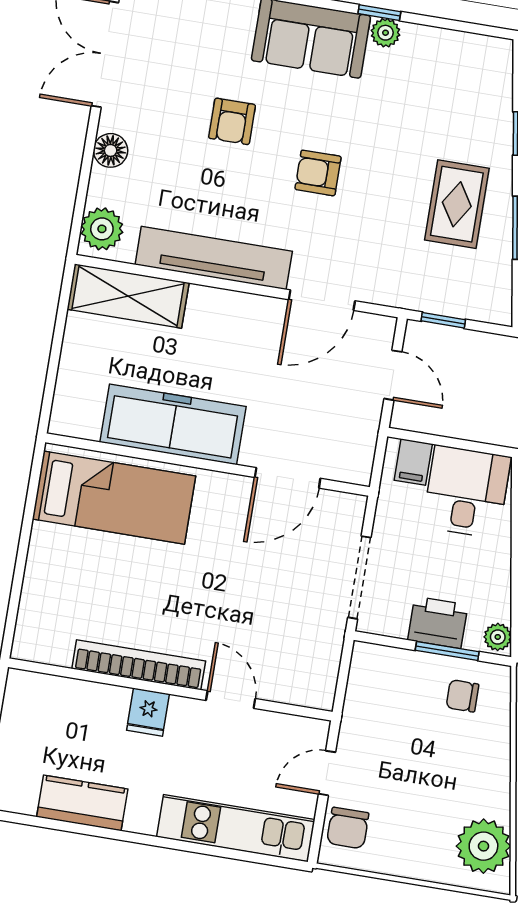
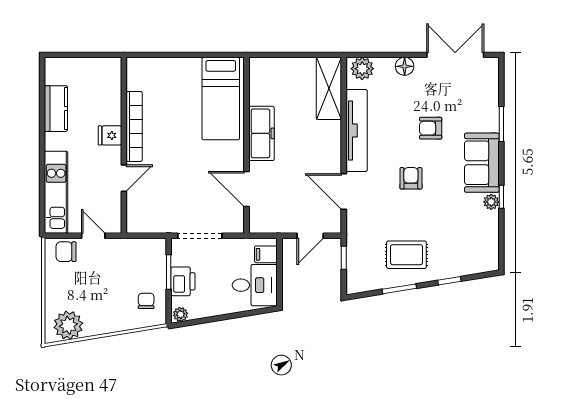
freezer: (173, 424) -> (261, 133), width x0.73, depth x0.79
window: (447, 651) -> (169, 272), moved

